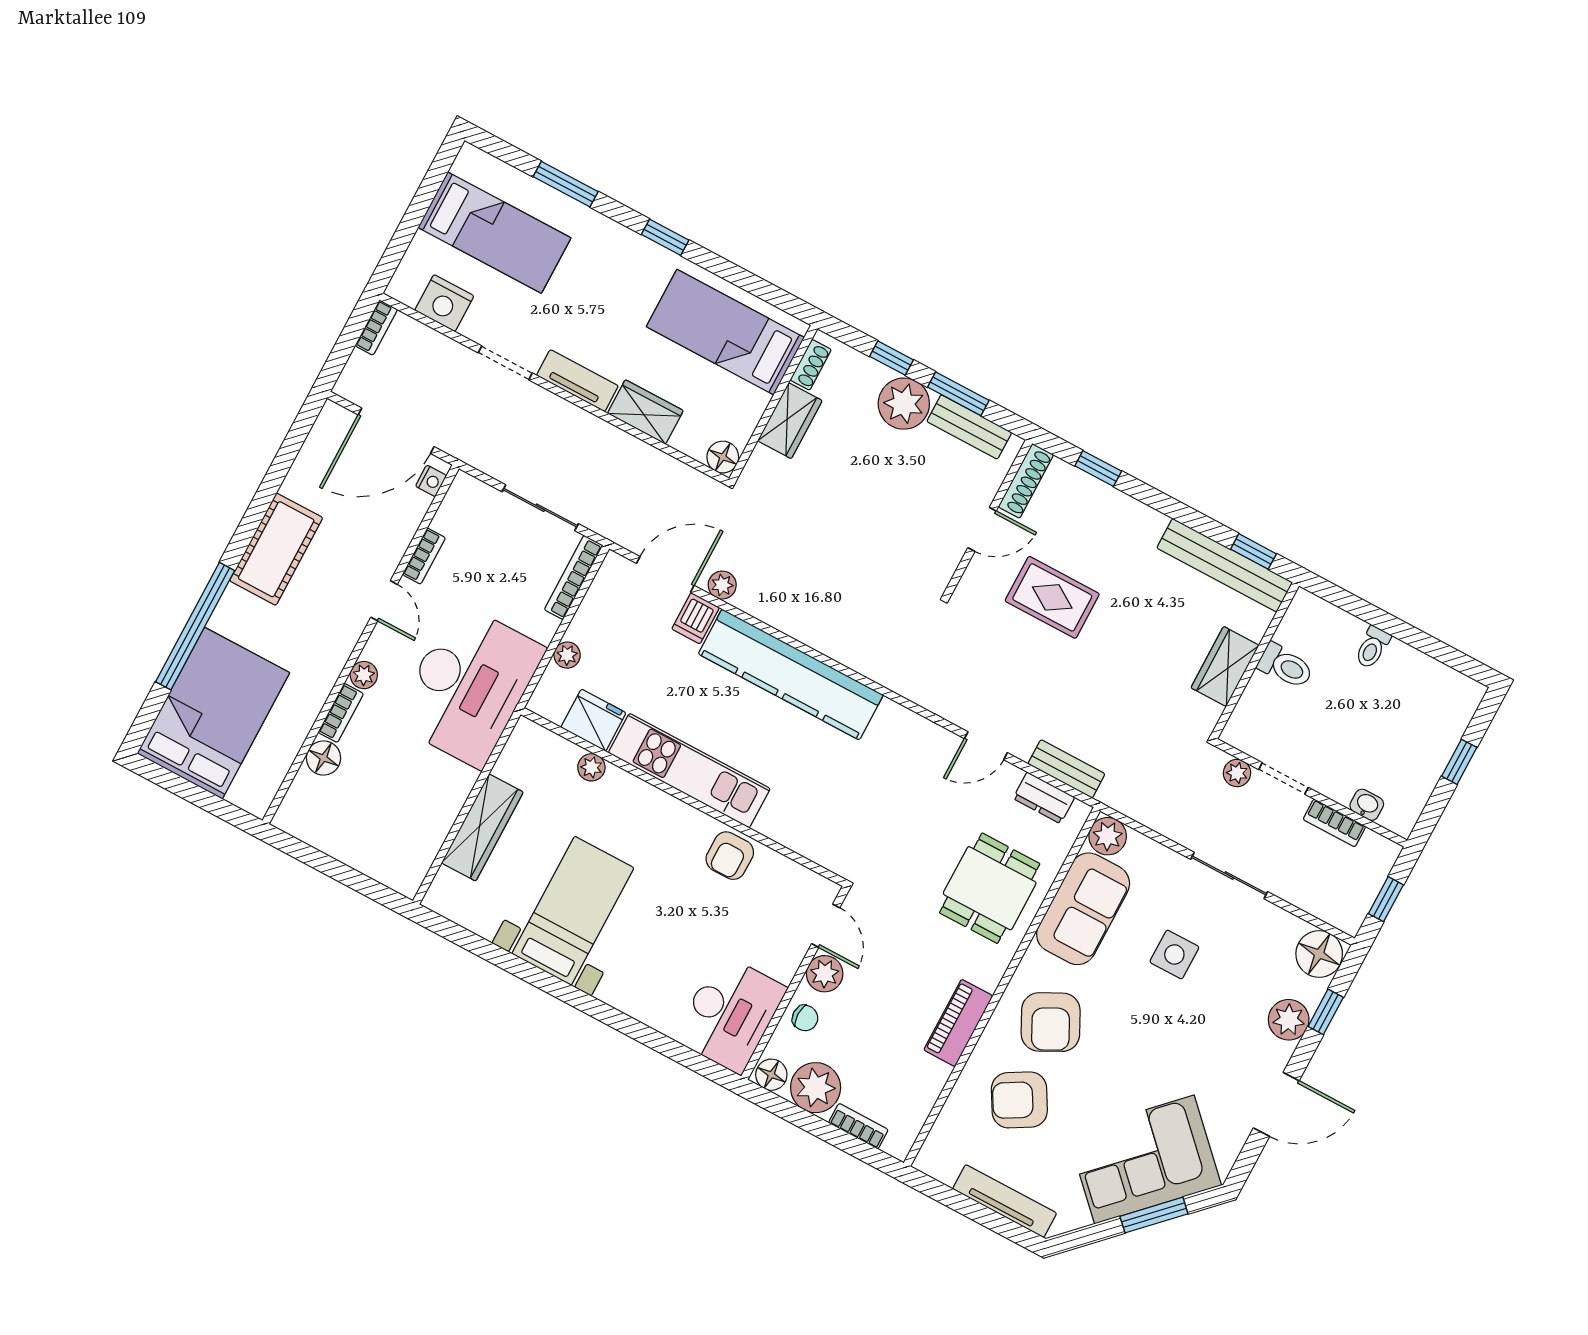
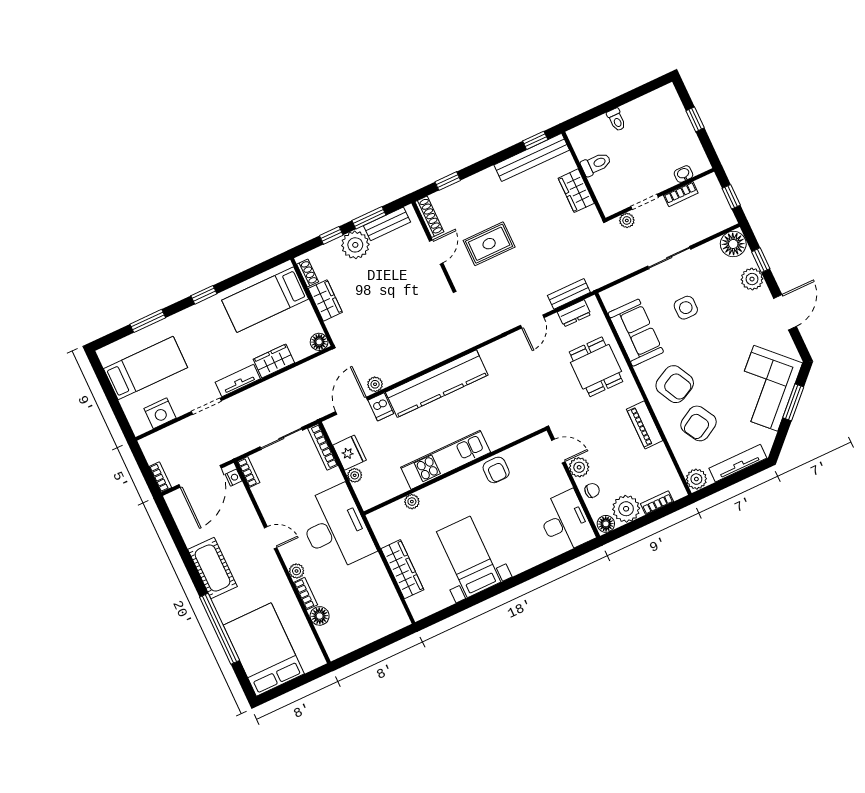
bookcase: (376, 327) -> (160, 477), moved
bookcase: (424, 556) -> (249, 472), moved
fridge: (593, 720) -> (349, 453), moved, turned 90
plant: (1108, 836) -> (696, 479), moved

